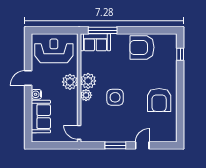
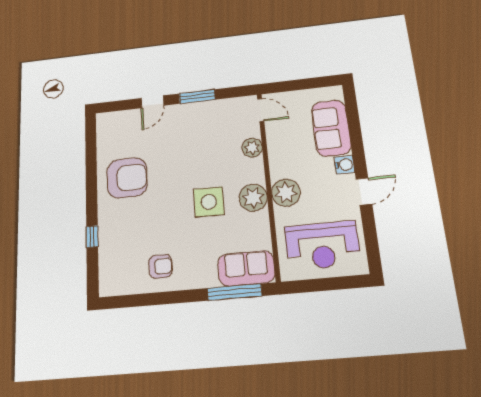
armchair: (142, 47) -> (160, 266), width x0.53, depth x0.53
window: (180, 54) -> (92, 237), moved
plant: (86, 95) -> (252, 148), moved
side table: (115, 97) -> (209, 202), moved
armchair: (159, 100) -> (127, 178), turned 90

